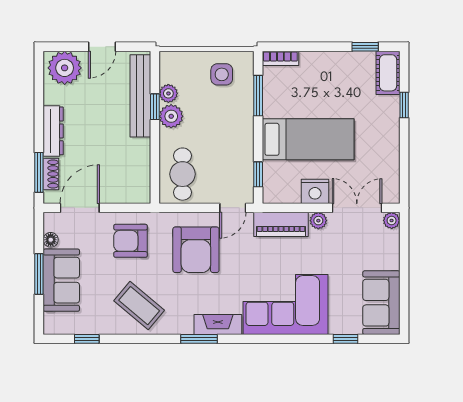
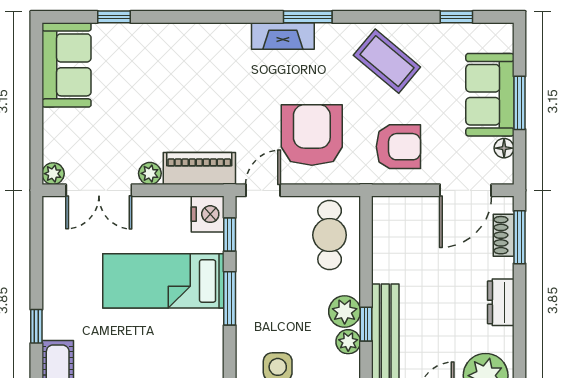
window: (258, 96) -> (230, 298), moved
dresser: (53, 131) -> (501, 302), width x0.70
nightstand: (315, 191) -> (208, 214), moved, turned 90
corner sofa: (286, 304) -> (193, 63), removed

